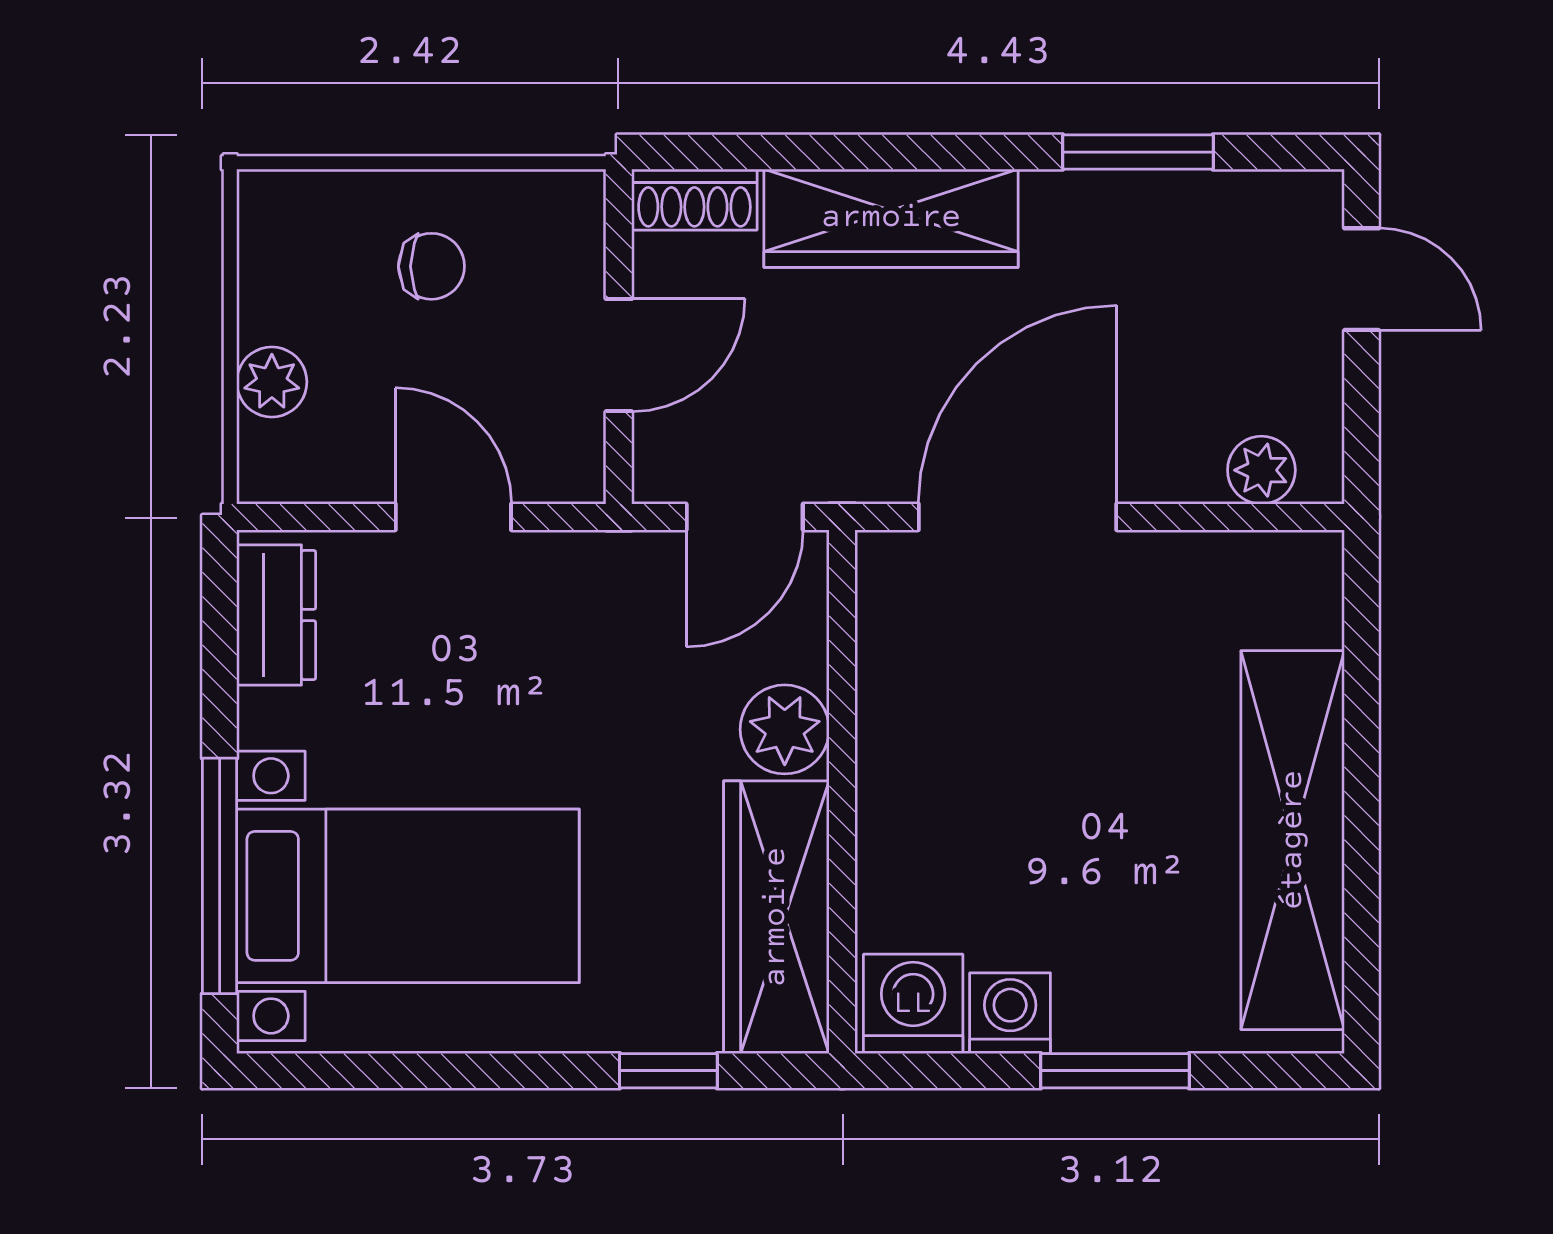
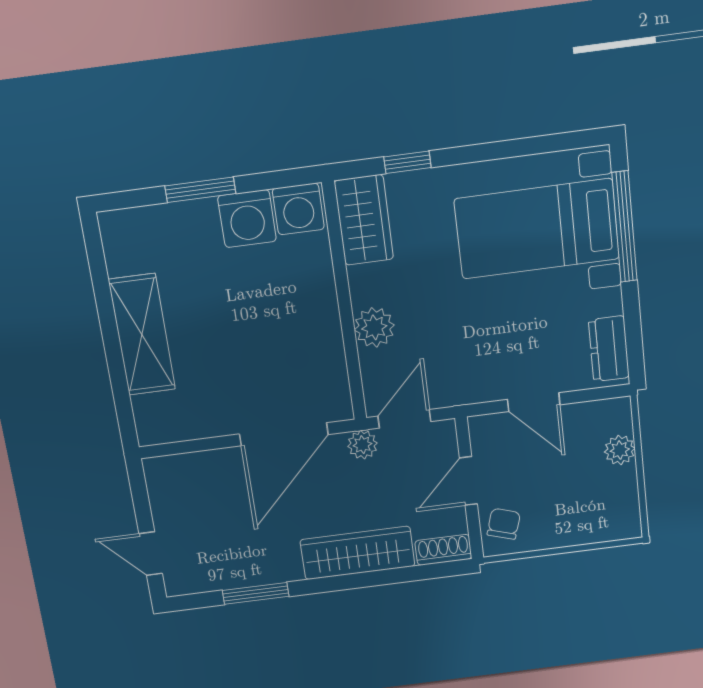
chair: (431, 266) -> (504, 524), moved, turned 107
plant: (1261, 470) -> (363, 445), moved
shelving: (1293, 840) -> (142, 335), width x0.68
wardrobe: (776, 917) -> (364, 220), width x0.67
washing machine: (1010, 1013) -> (247, 219), width x1.38, depth x1.38

